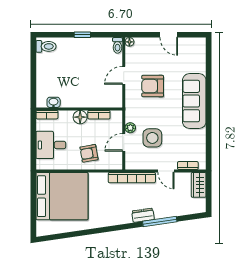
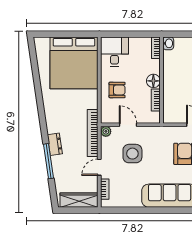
washbasin: (54, 102) -> (168, 43), moved
plant: (130, 128) -> (106, 131), moved
desk: (51, 145) -> (114, 52), moved
armchair: (89, 153) -> (117, 90), turned 100
wardrobe: (199, 185) -> (79, 200), width x1.50

